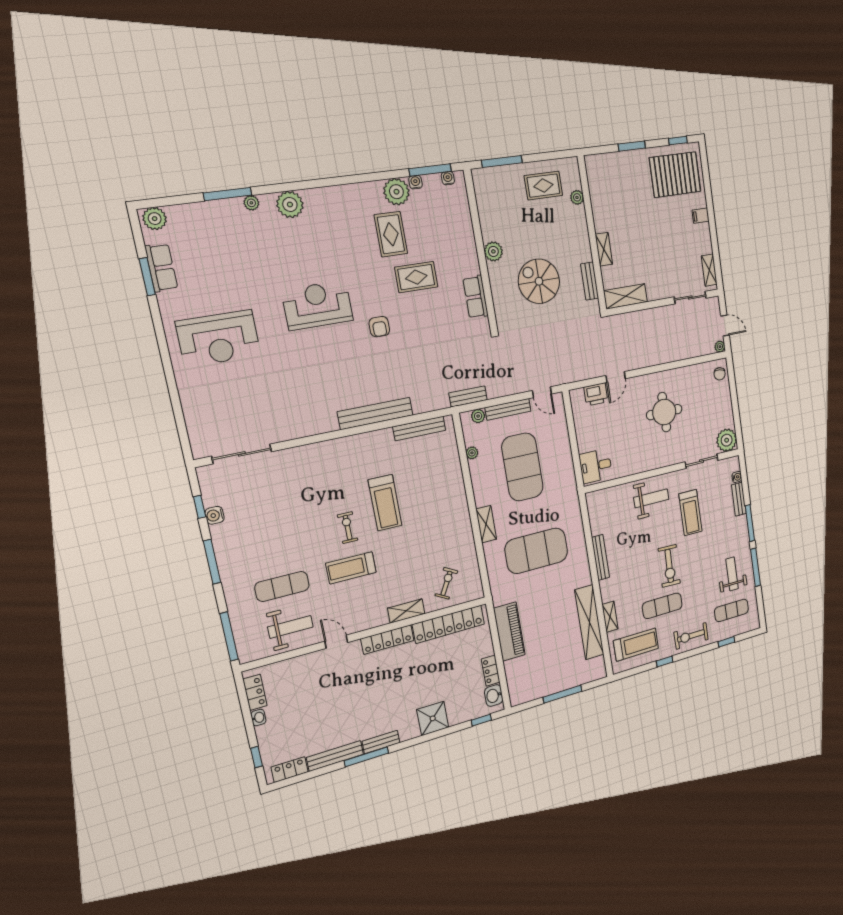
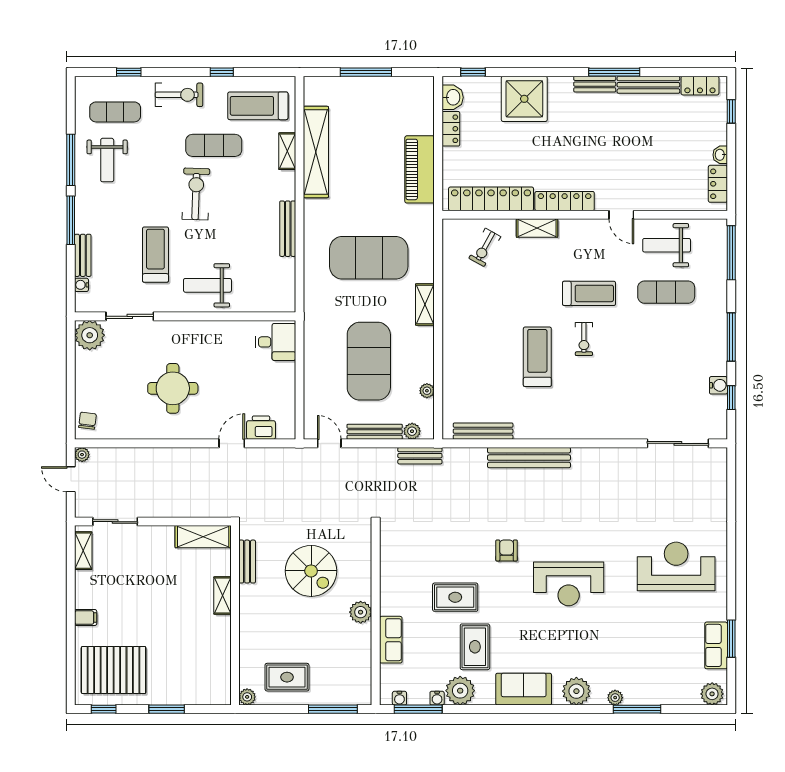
plant: (577, 197) -> (247, 697), moved
sofa: (340, 200) -> (524, 689), added
row of seats: (476, 297) -> (391, 640), moved
shower: (433, 718) -> (524, 99), width x1.37, depth x1.37

